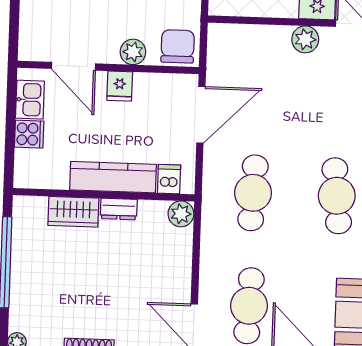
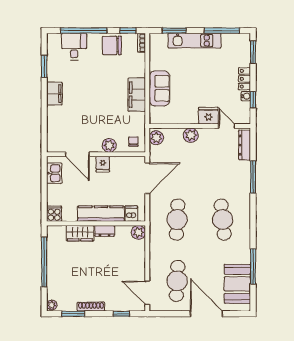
plant: (305, 39) -> (191, 135), moved
plant: (220, 41) -> (156, 138), added
chair: (178, 46) -> (133, 141), width x0.54, depth x0.54
cooker: (29, 134) -> (54, 214), moved, turned -90

